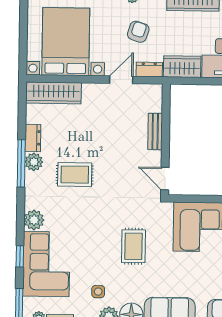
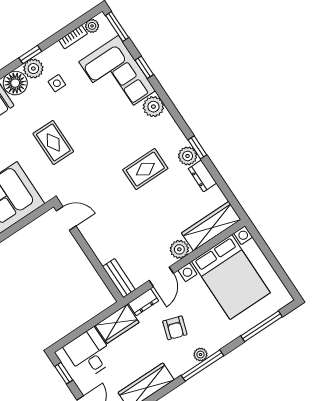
plant: (92, 92) -> (179, 249), added
bench: (155, 131) -> (119, 278), moved
window: (21, 163) -> (197, 147), width x0.46

